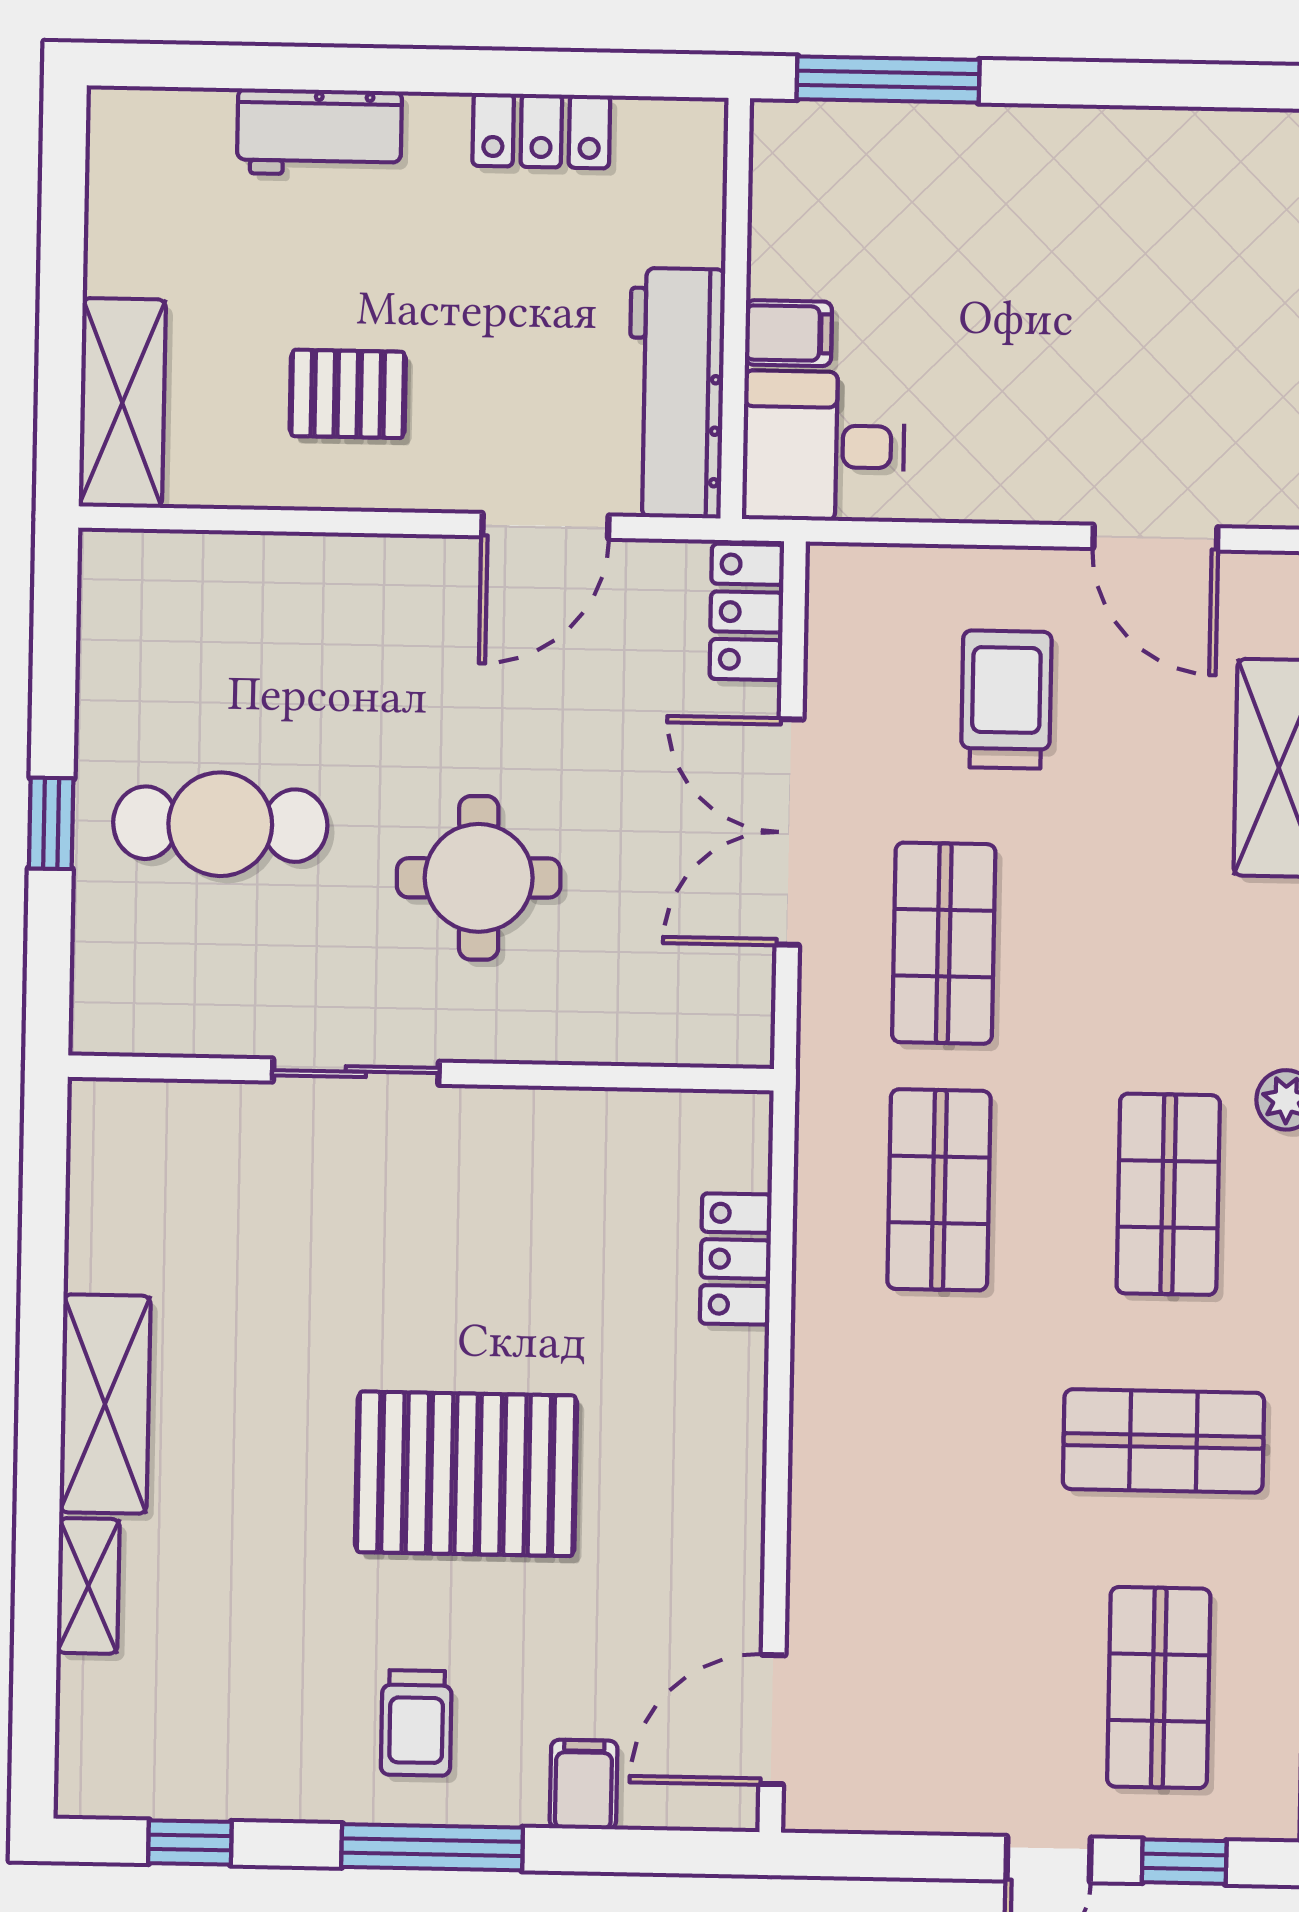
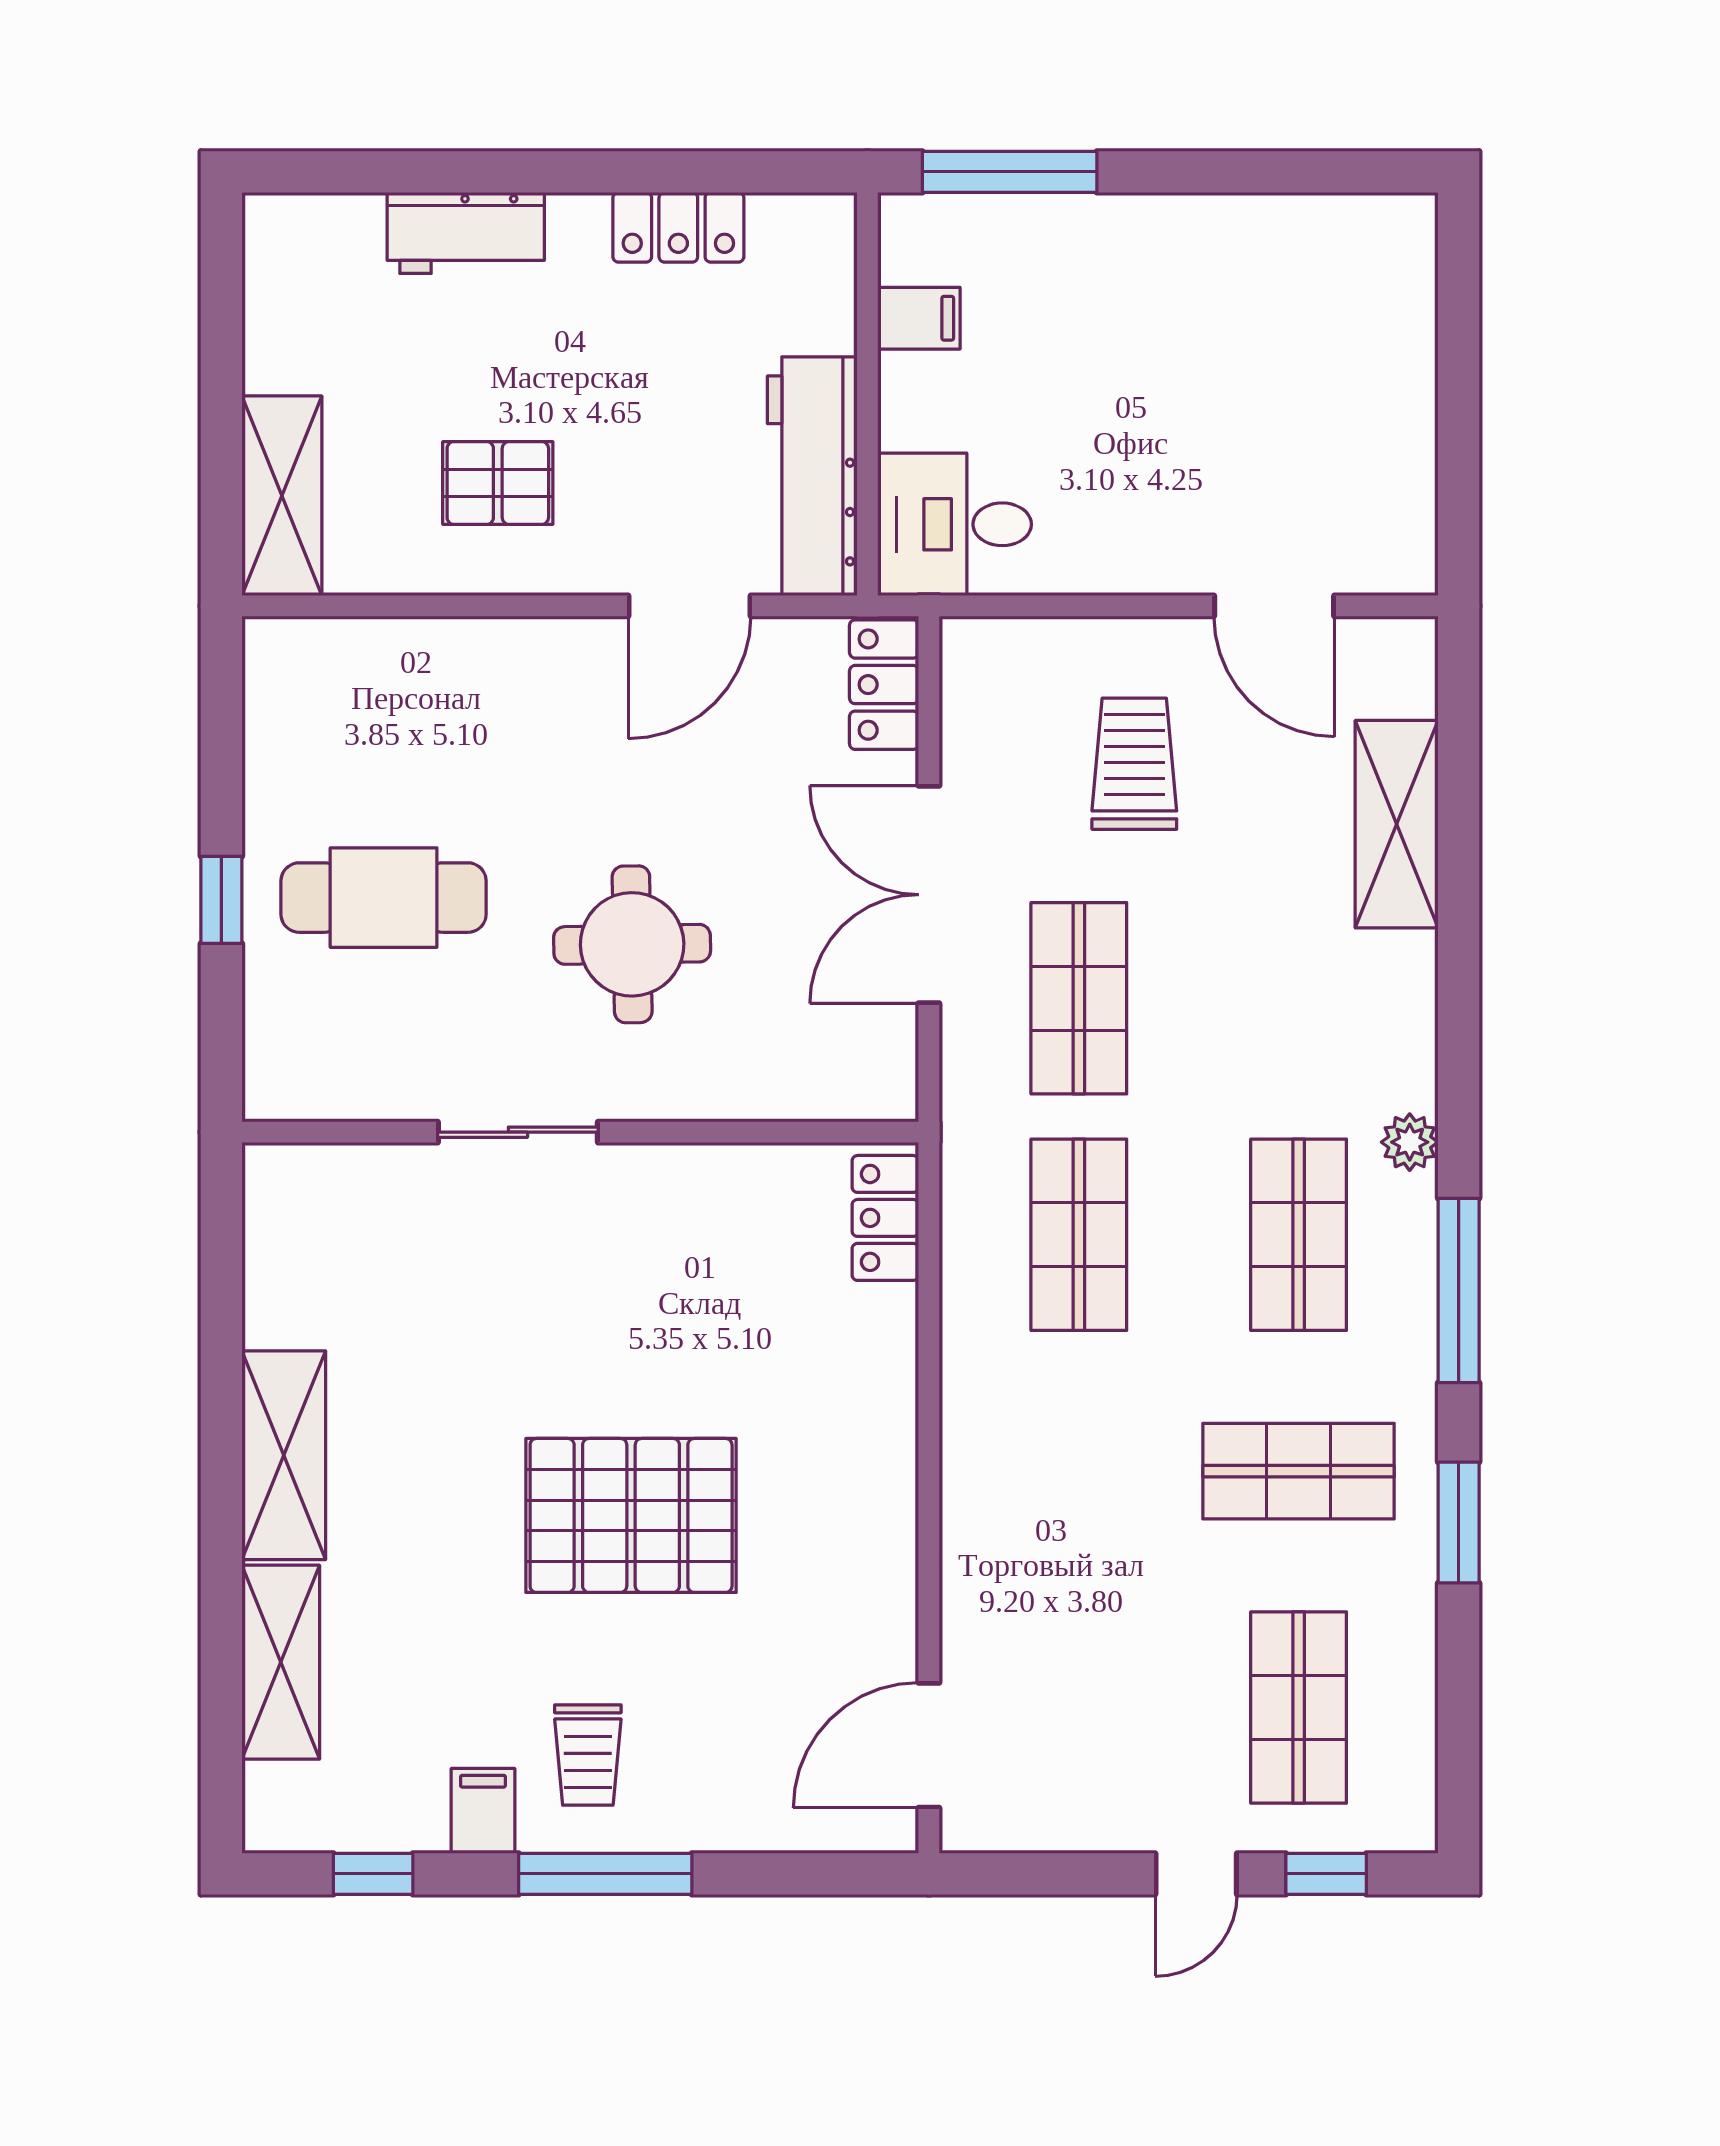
filing cabinet: (788, 333) -> (919, 318), moved
locker: (736, 1259) -> (885, 1218), moved
shelving: (88, 1586) -> (281, 1662), width x1.50, depth x1.33
filing cabinet: (584, 1784) -> (483, 1811), moved

